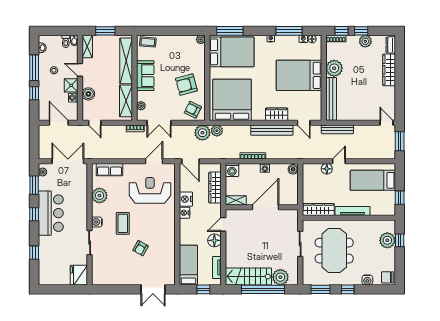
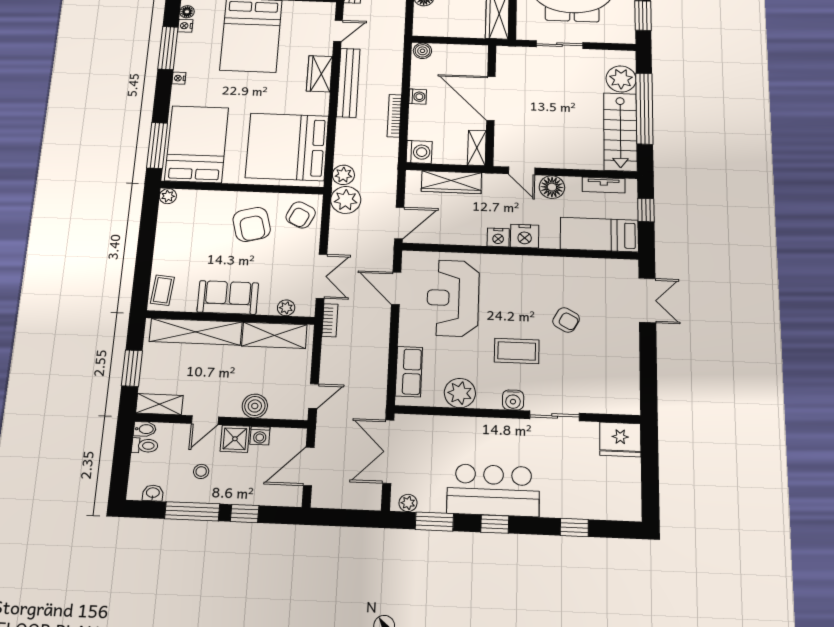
nightstand: (186, 199) -> (525, 236), moved

